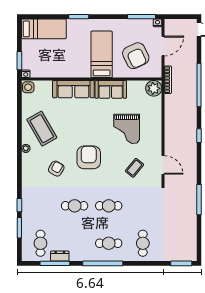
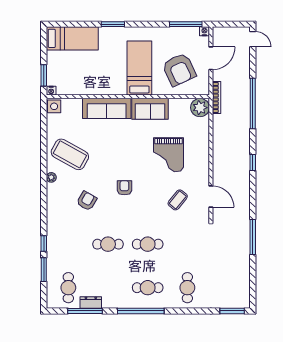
coffee table: (42, 129) -> (70, 154), turned -31
armchair: (89, 157) -> (124, 188), width x0.53, depth x0.53

